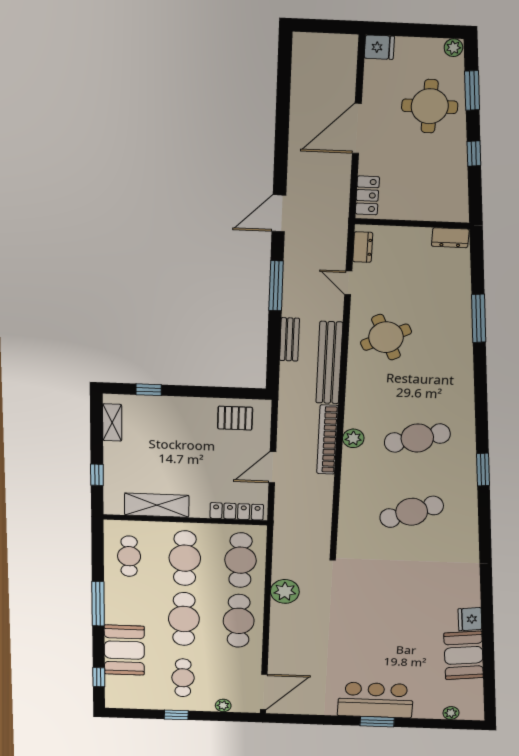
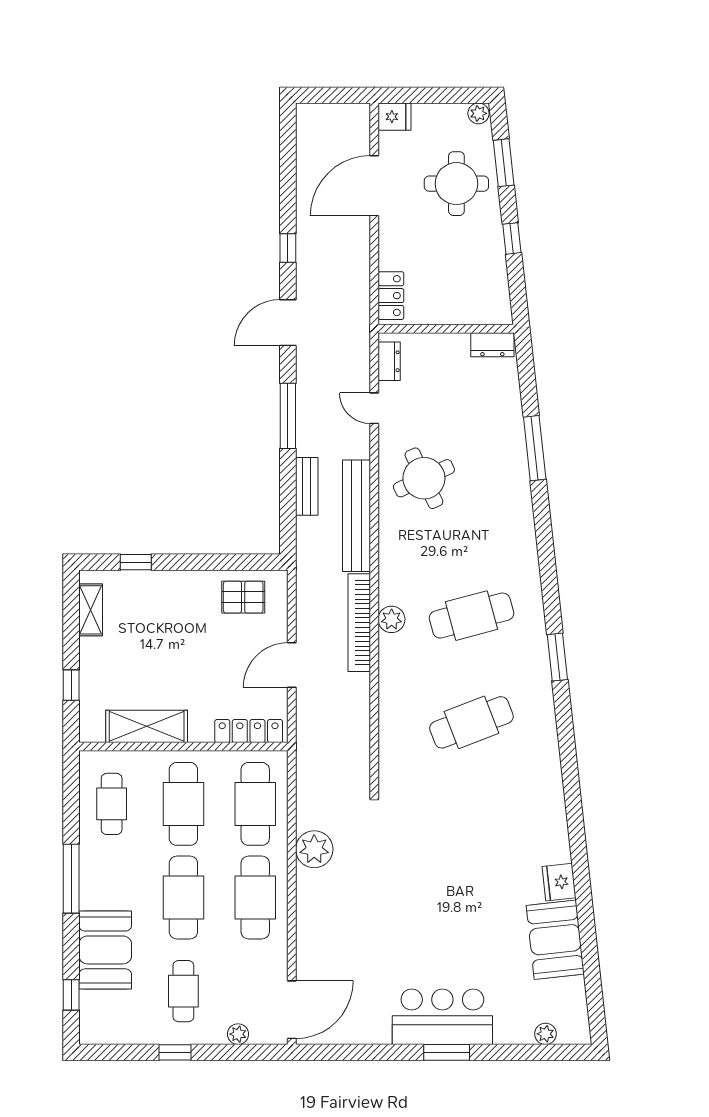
door: (357, 128) -> (374, 186), moved
window: (281, 153) -> (288, 248), added

